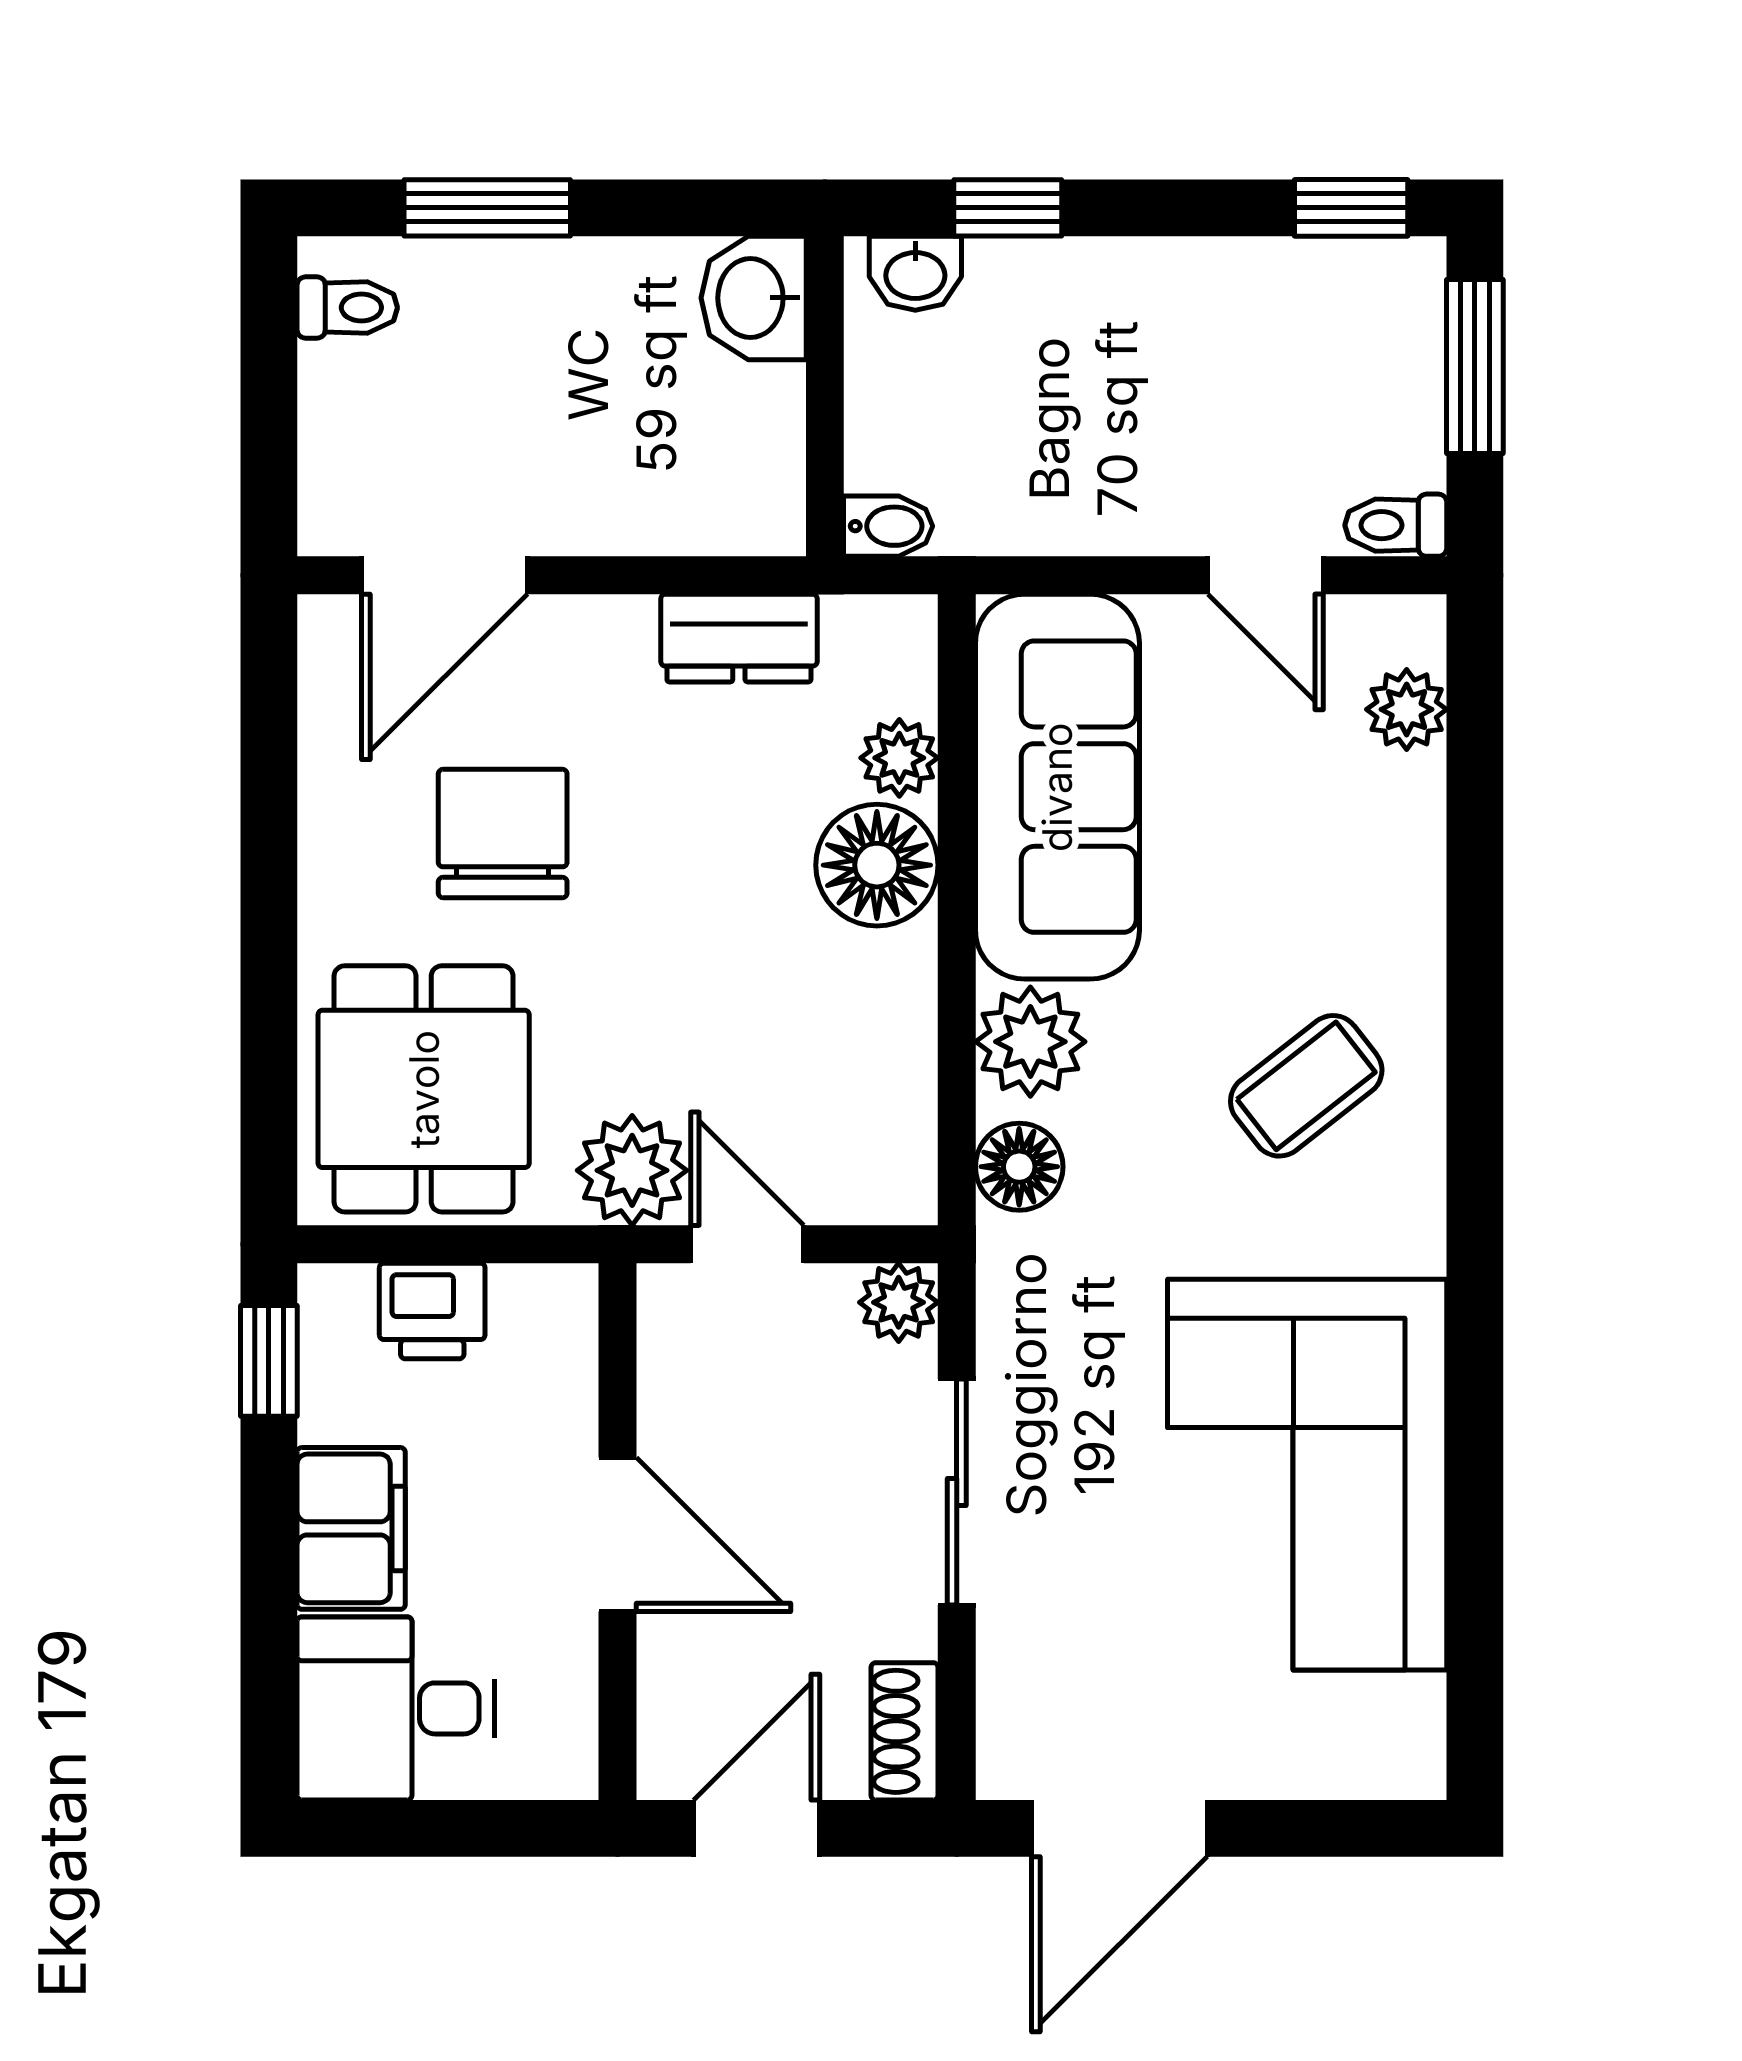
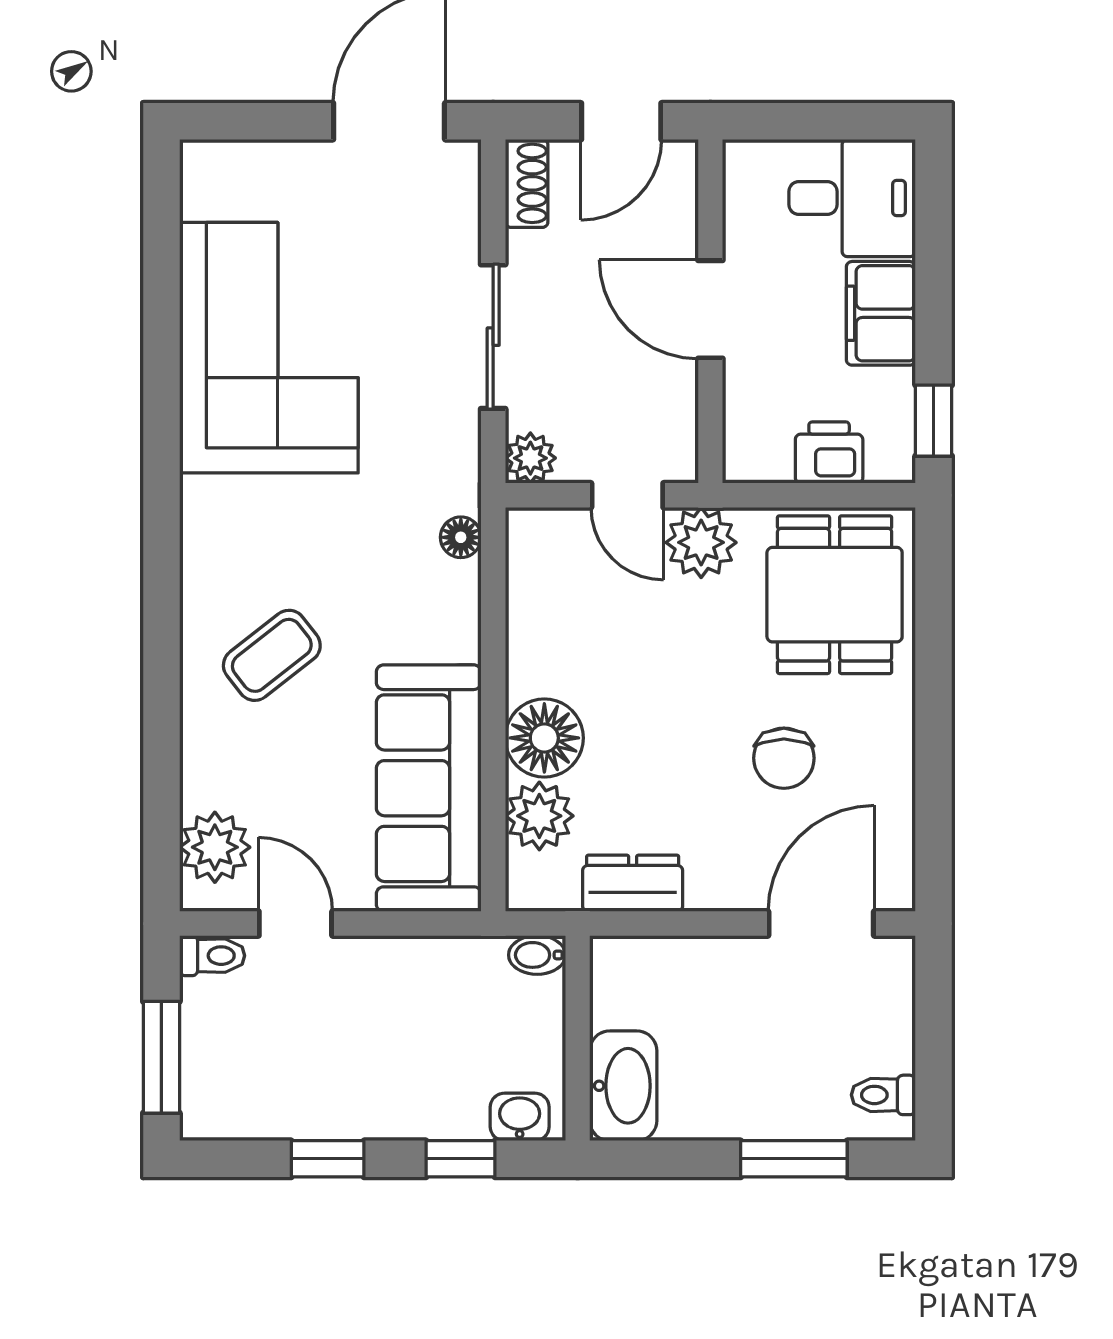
window: (1351, 208) -> (328, 1159), moved
washbasin: (754, 298) -> (623, 1086), width x1.38
plant: (1407, 709) -> (215, 847), width x1.38, depth x1.38
plant: (899, 758) -> (539, 816), width x1.38, depth x1.38
chair: (503, 834) -> (784, 758), width x0.73, depth x0.73
plant: (1030, 1042) -> (446, 625), removed
coffee table: (1306, 1086) -> (272, 655), moved
floor lamp: (1019, 1167) -> (461, 537), width x0.73, depth x0.73

